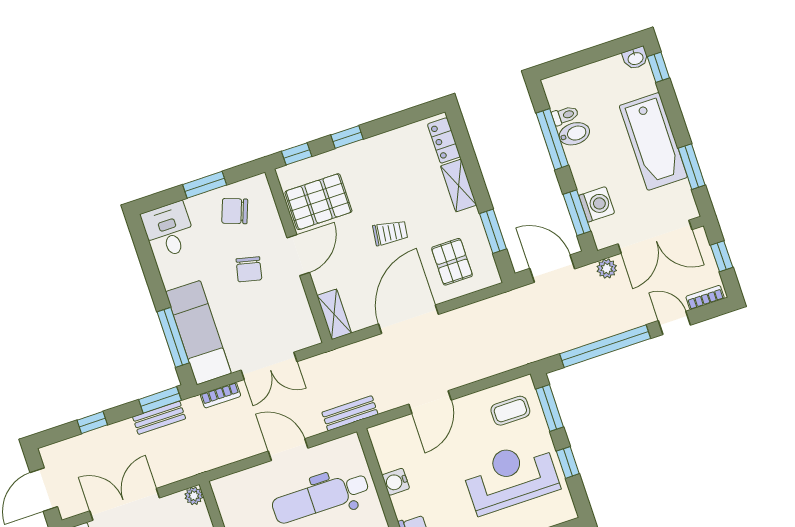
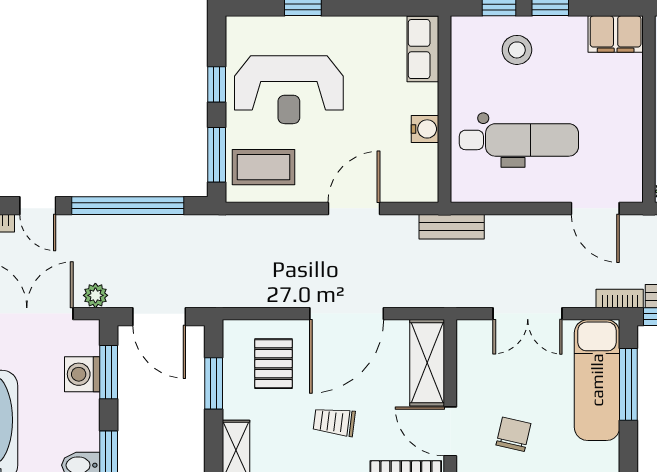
door: (298, 255) -> (450, 431), hinge flipped
shelving: (334, 314) -> (427, 363), width x1.50, depth x1.33
double door: (269, 366) -> (528, 314), swing flipped
bookcase: (221, 395) -> (620, 298), moved
coffee table: (510, 411) -> (263, 167), width x1.36, depth x1.30
door: (288, 450) -> (595, 208), moved

